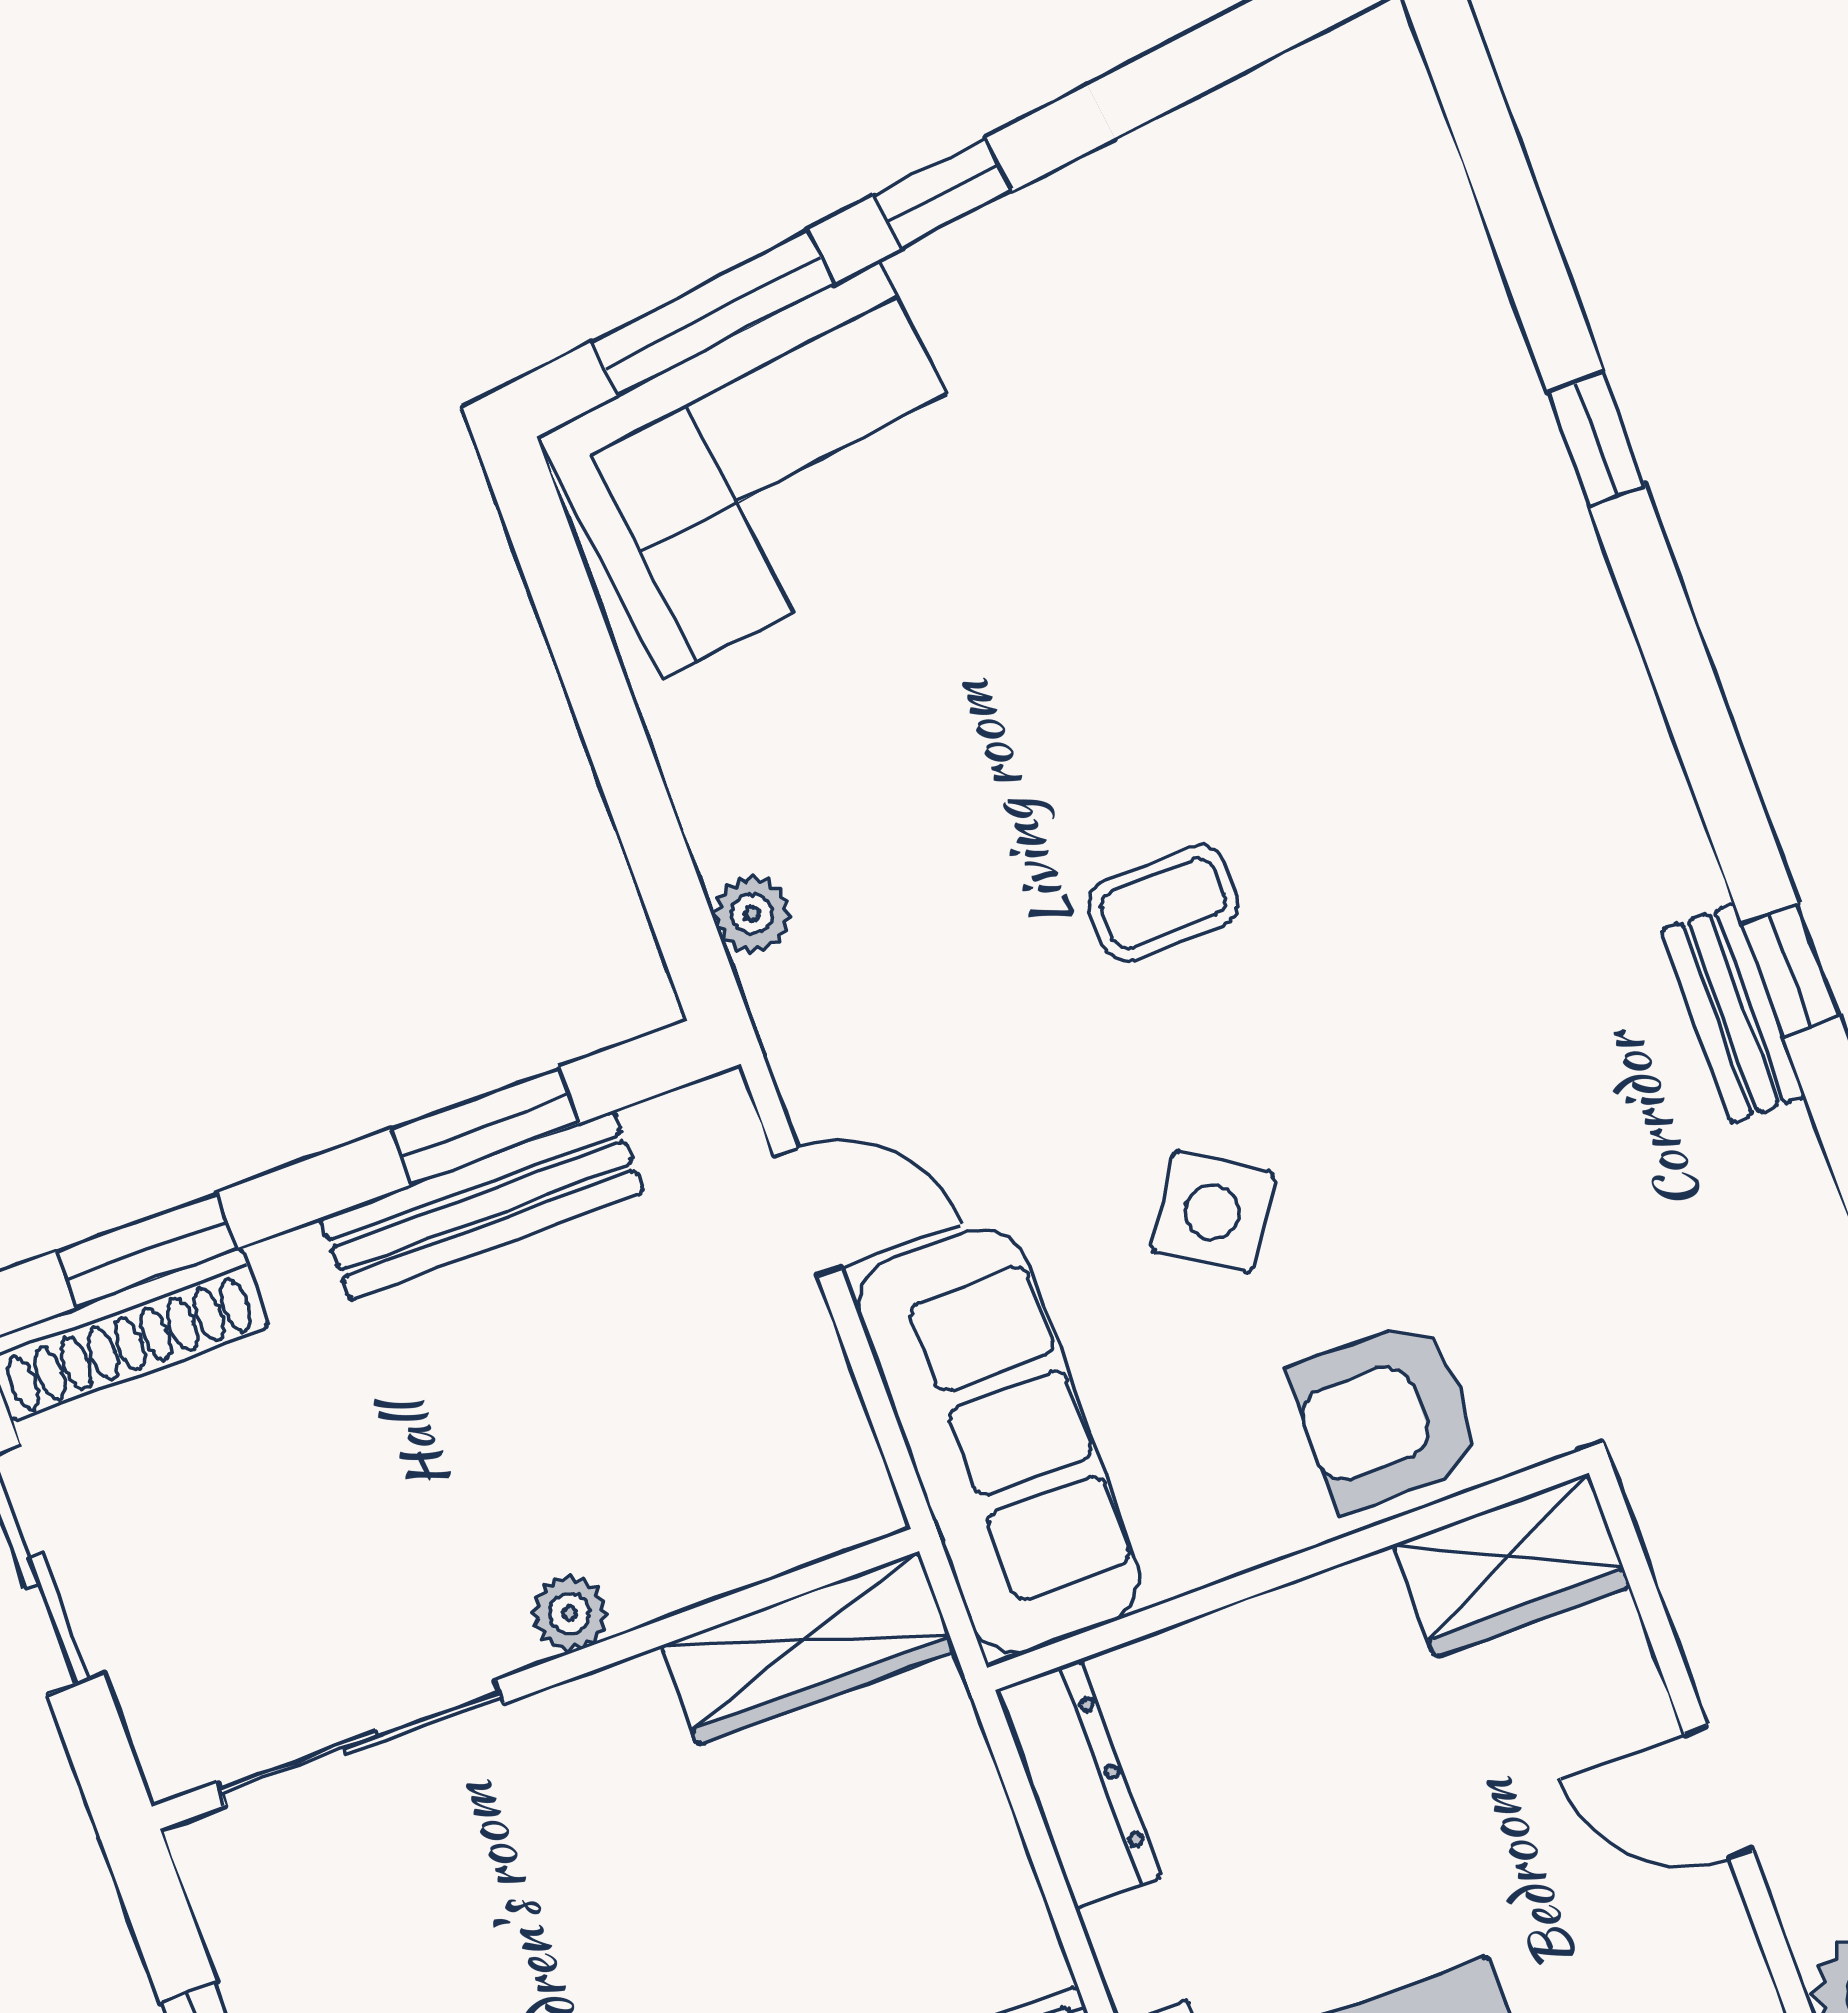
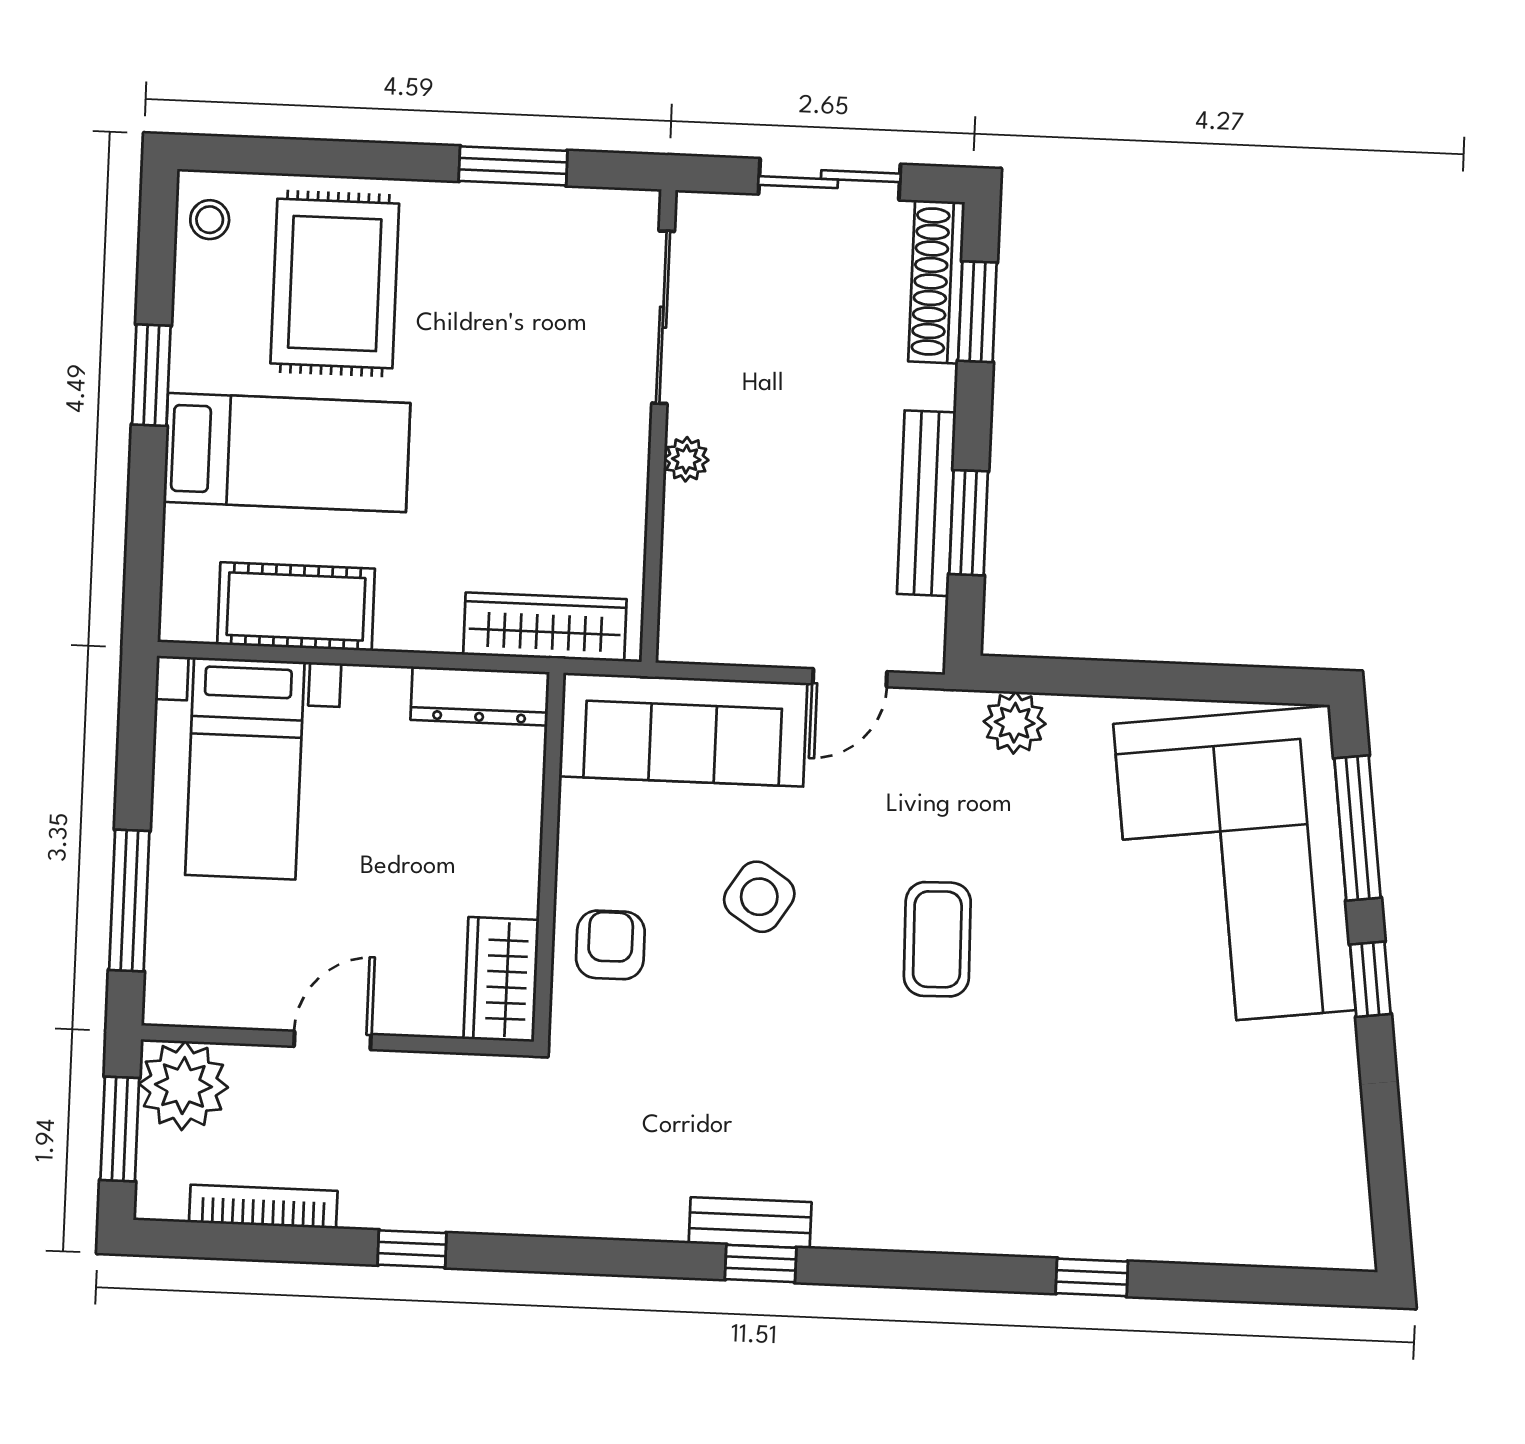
corner sofa: (771, 470) -> (1234, 867), width x1.36, depth x1.36
coffee table: (1163, 903) -> (937, 939), width x1.36, depth x1.30
plant: (752, 914) -> (1015, 723), width x1.38, depth x1.38
armchair: (1386, 1416) -> (610, 945), width x0.72, depth x0.72
wardrobe: (808, 1648) -> (545, 627), moved, turned 90

